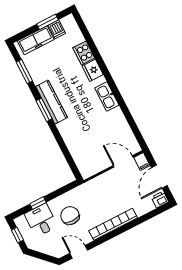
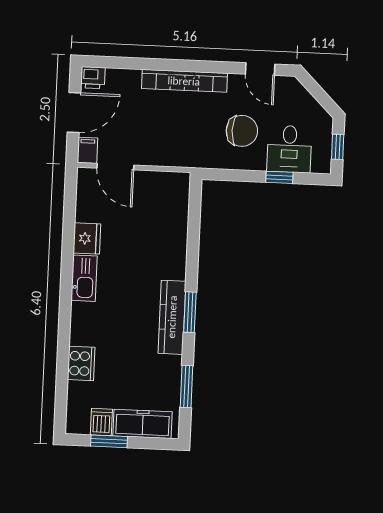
fridge: (93, 70) -> (87, 238), moved
chair: (70, 216) -> (242, 131), turned -89

